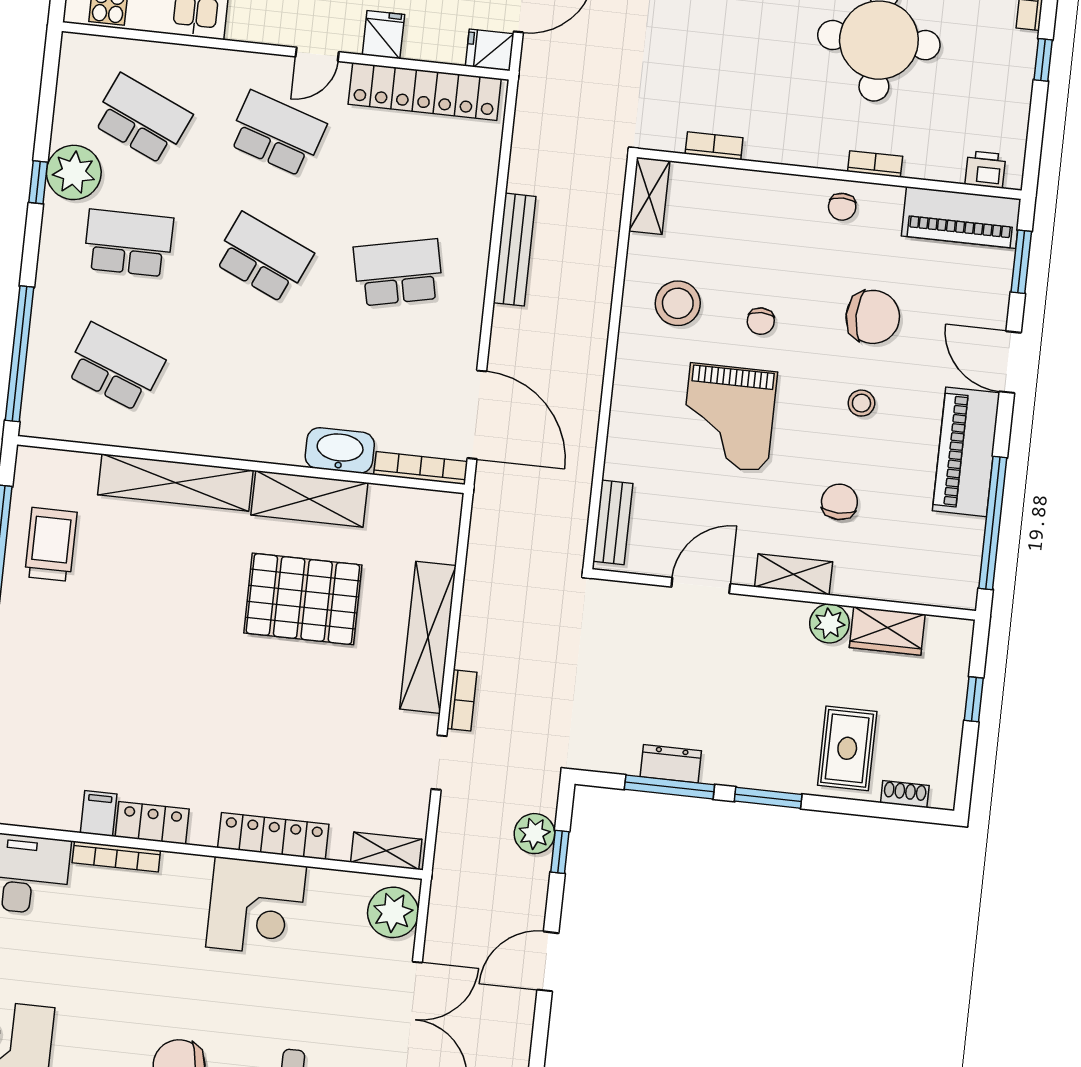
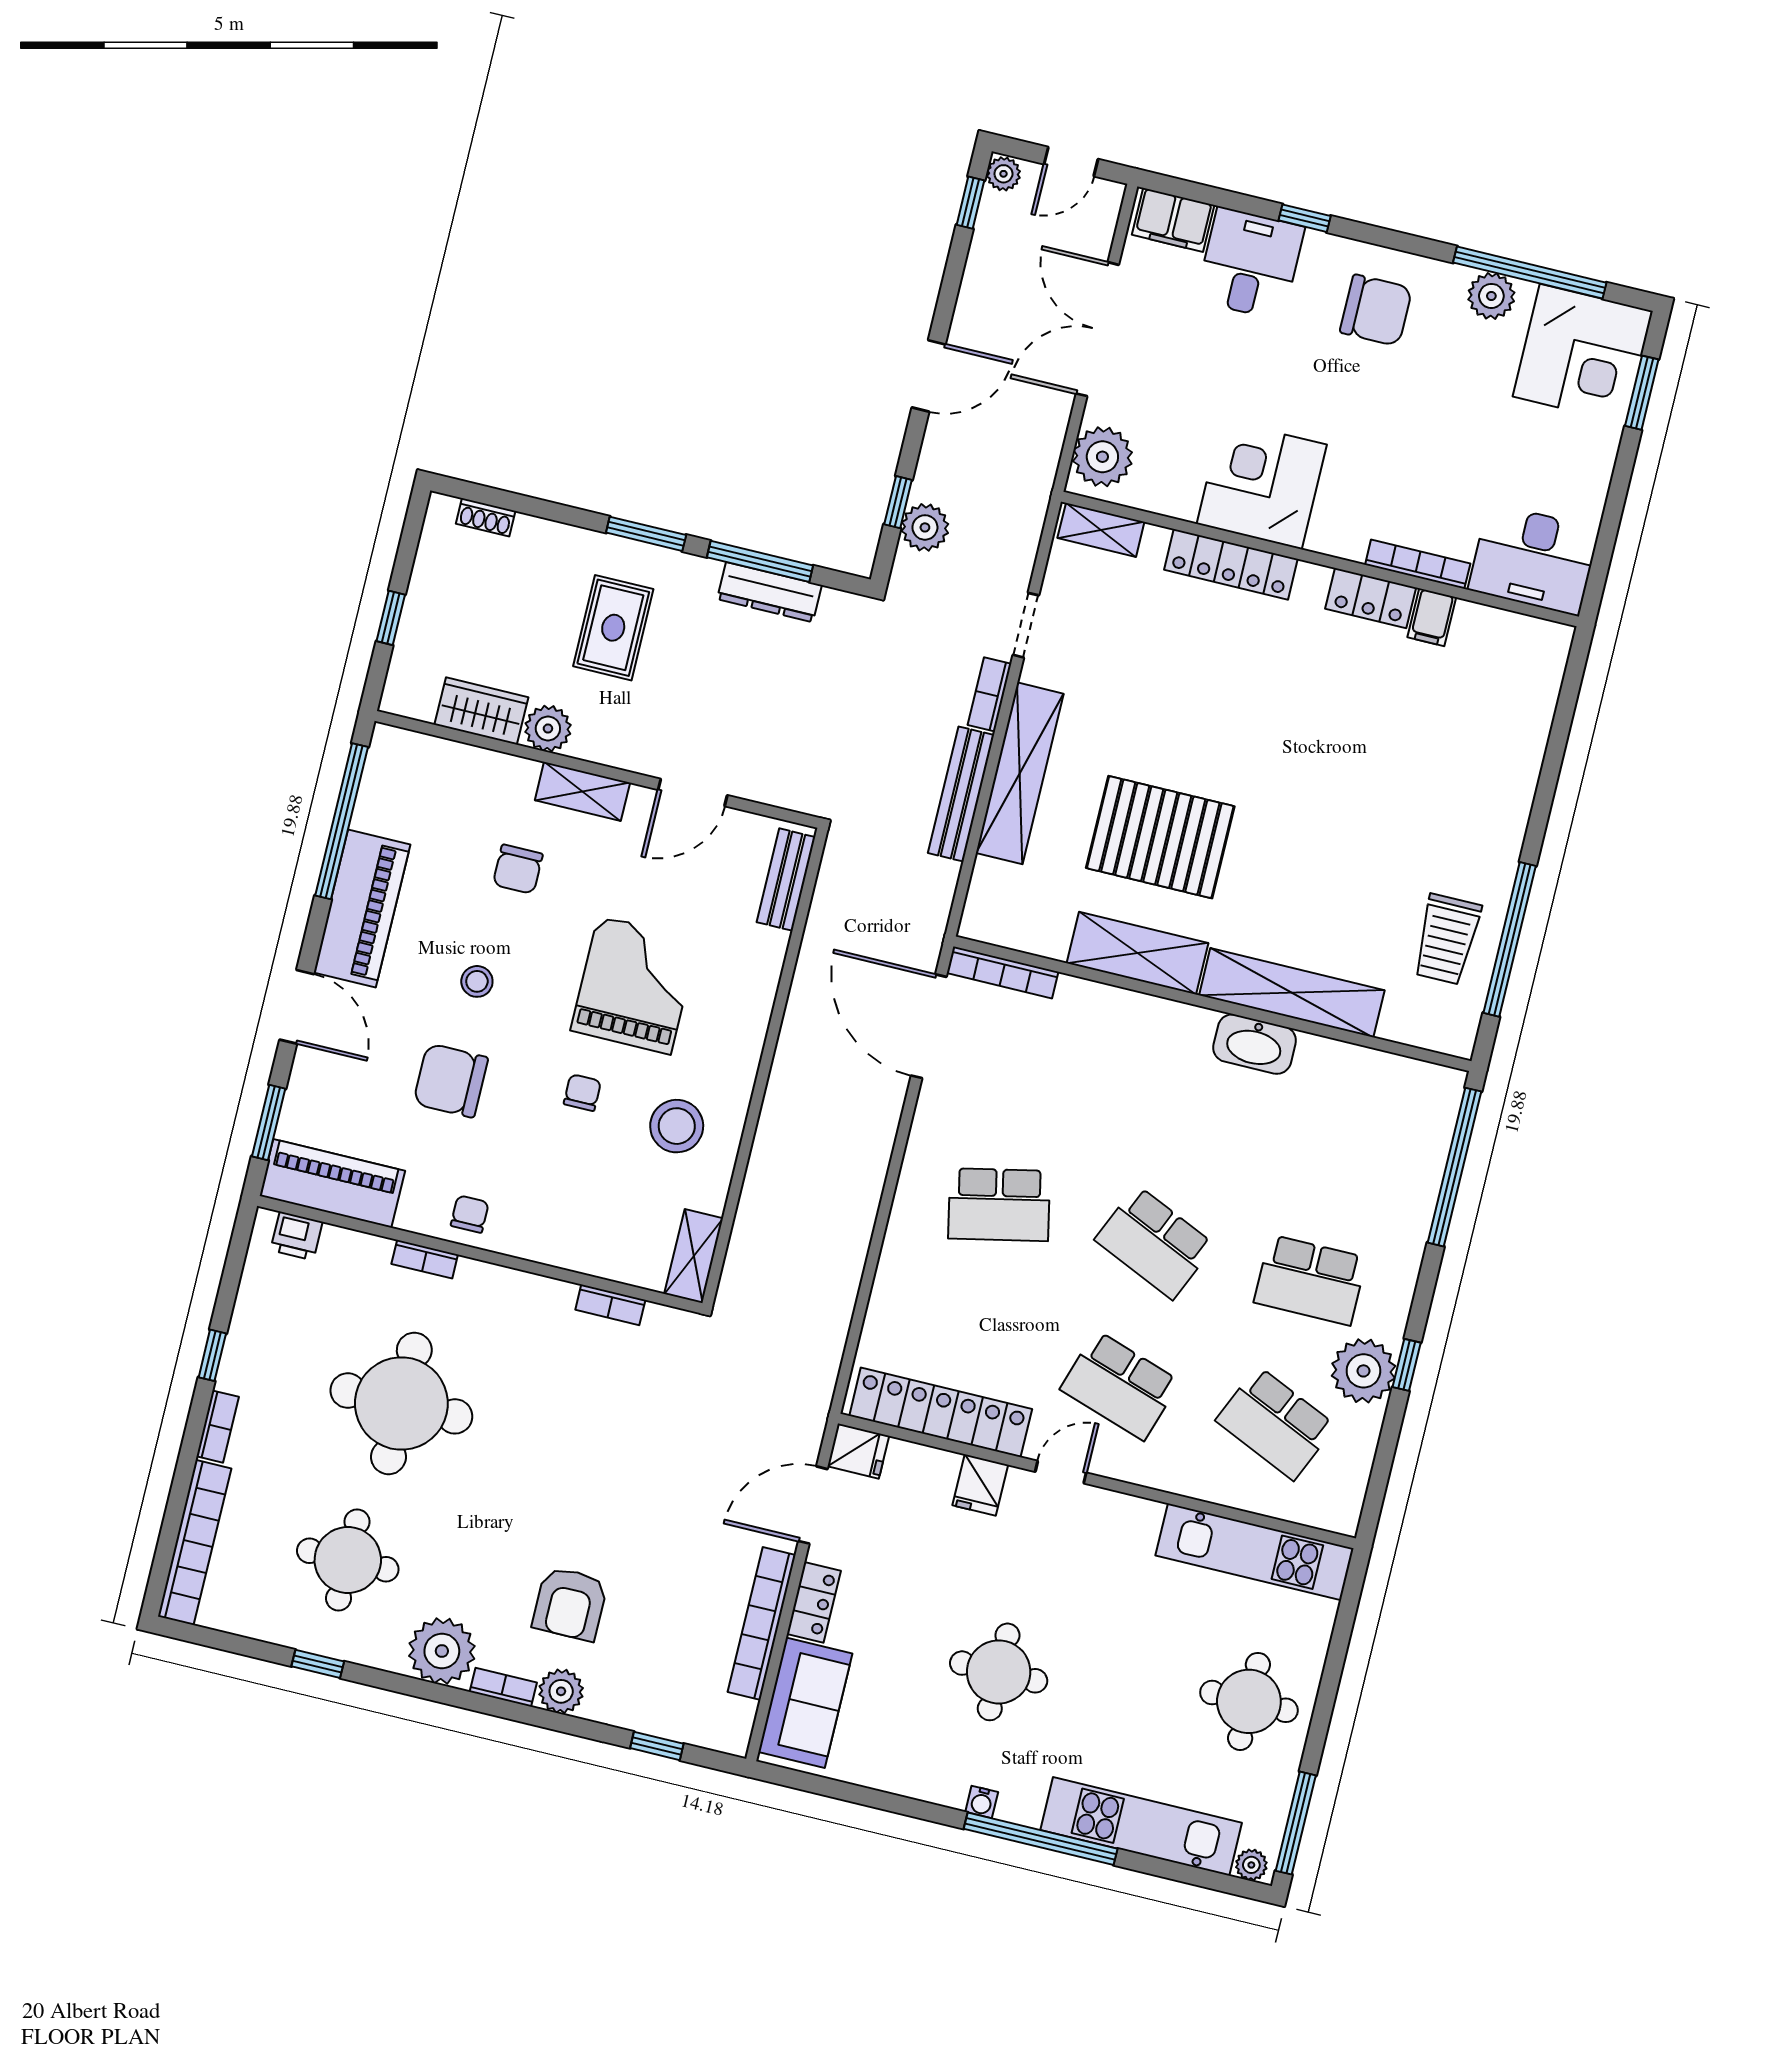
bench: (515, 250) -> (961, 794), moved
school desk: (115, 367) -> (1345, 1137), removed
washbasin: (340, 450) -> (1255, 1044), moved
rug: (847, 748) -> (613, 628), moved
dresser: (671, 764) -> (769, 592), width x1.44

